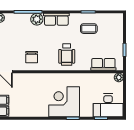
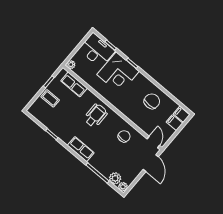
plant: (37, 19) -> (115, 178), moved
coffee table: (89, 29) -> (50, 98), moved
chair: (33, 102) -> (152, 101), added
corner desk: (64, 102) -> (118, 73), moved

